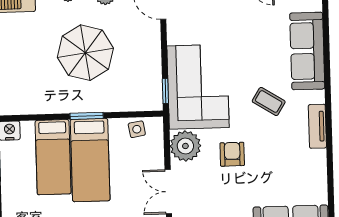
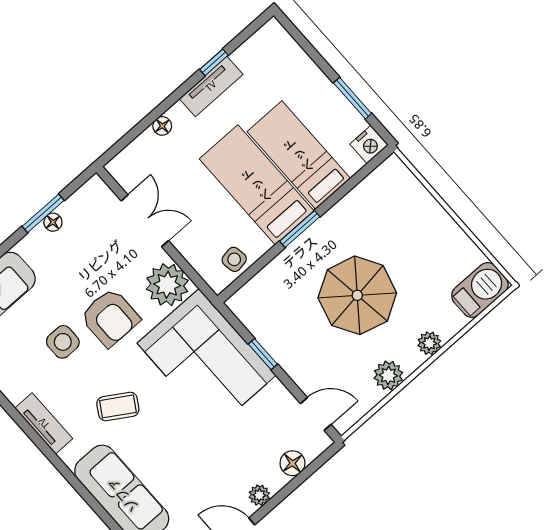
window: (165, 91) -> (263, 354), moved
armchair: (232, 154) -> (110, 318), width x1.38, depth x1.38
side table: (269, 162) -> (63, 342), added

